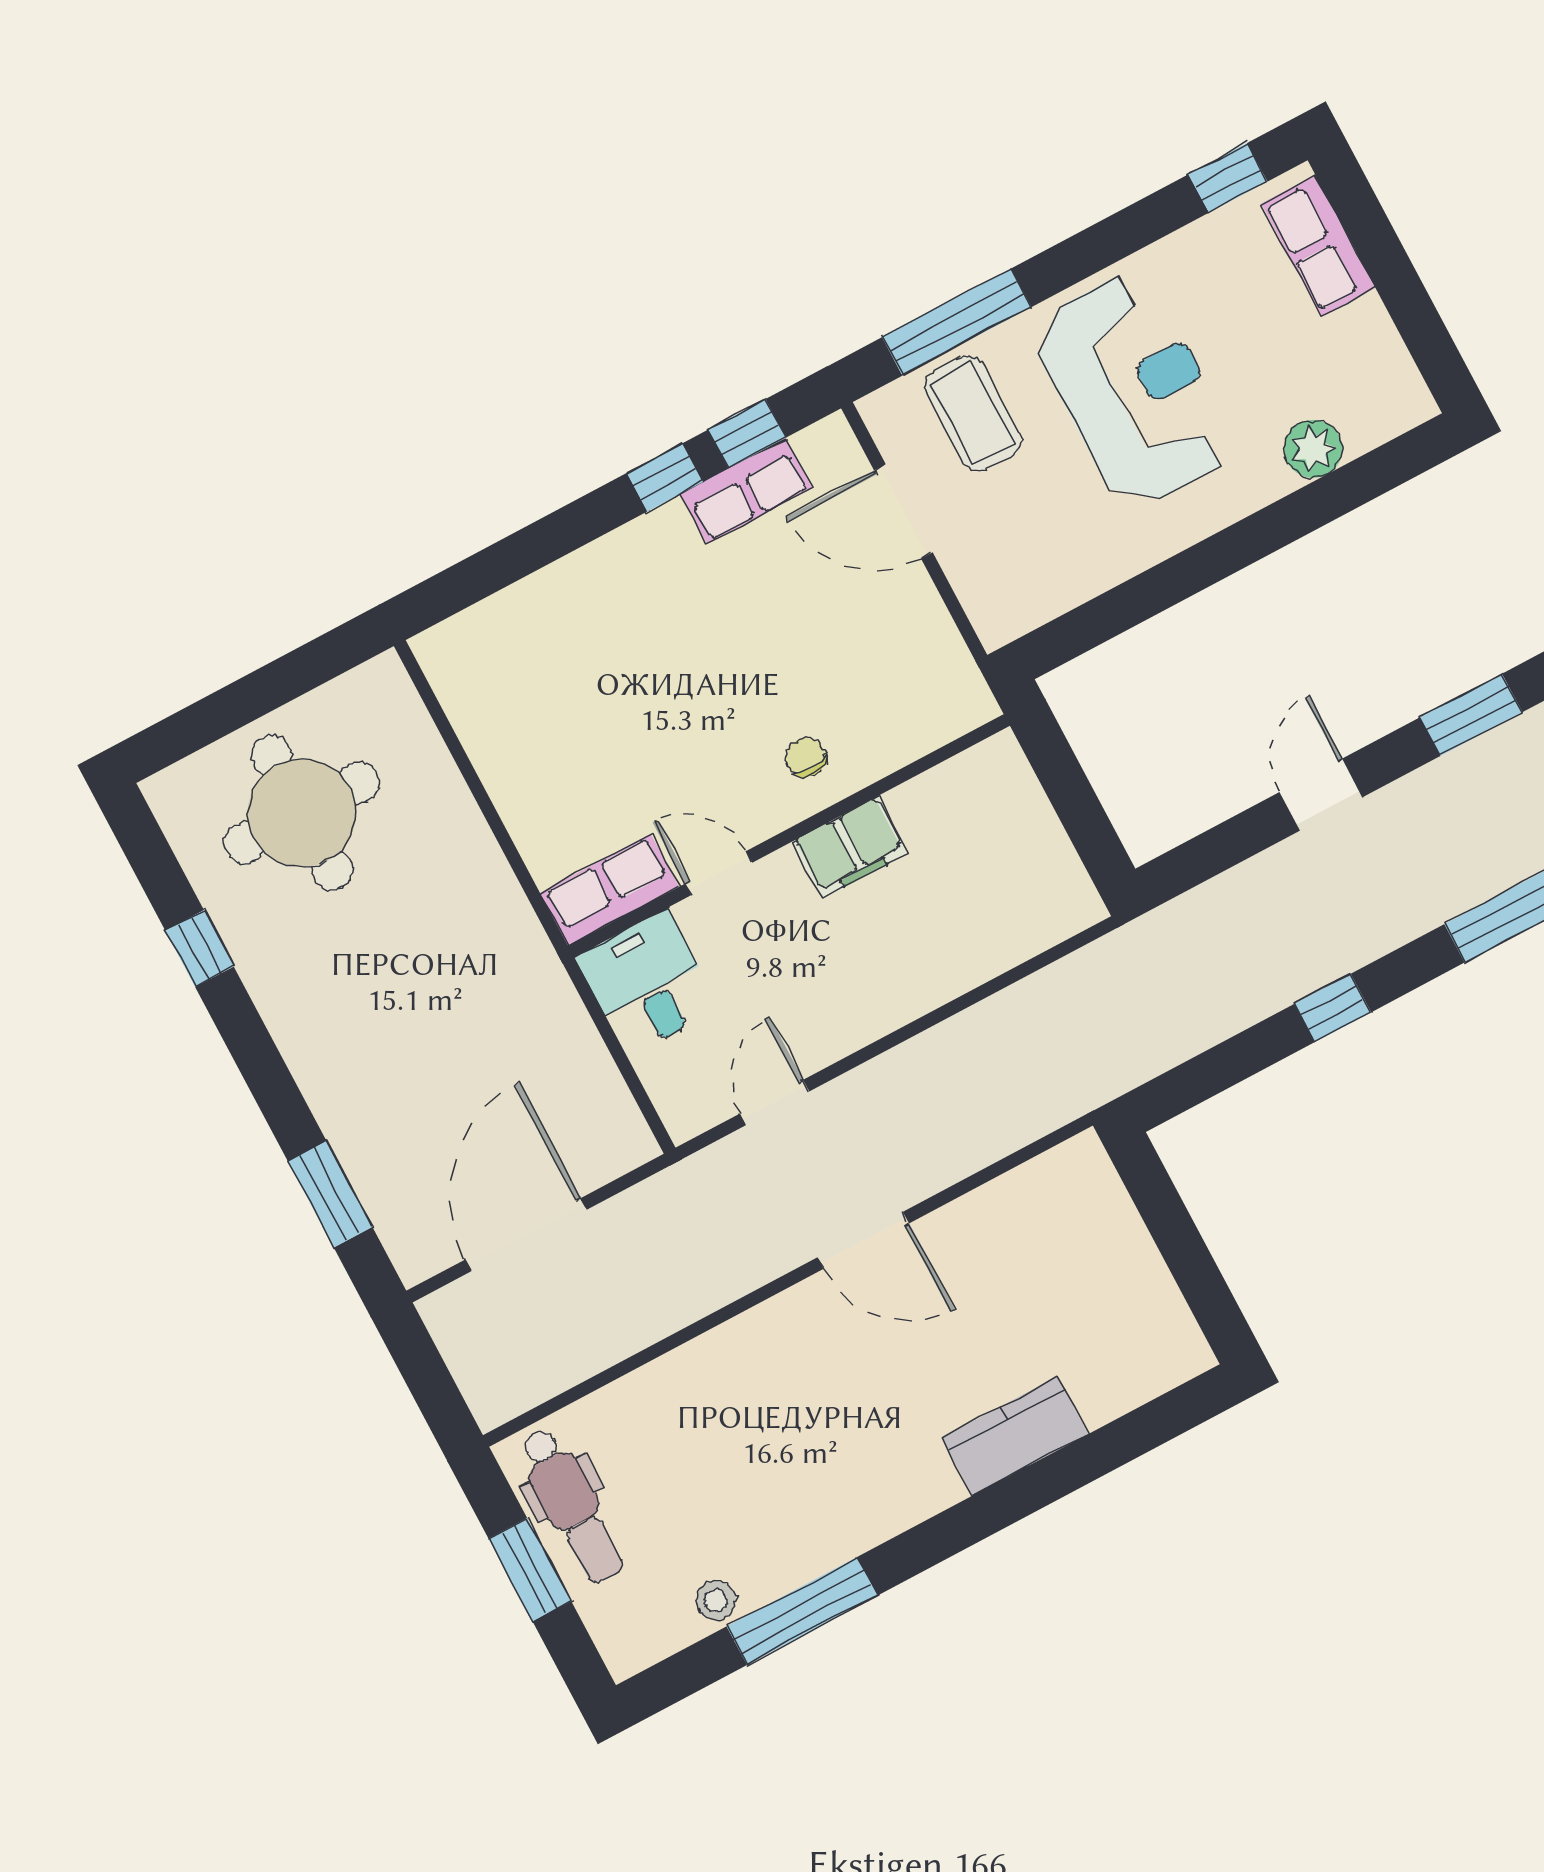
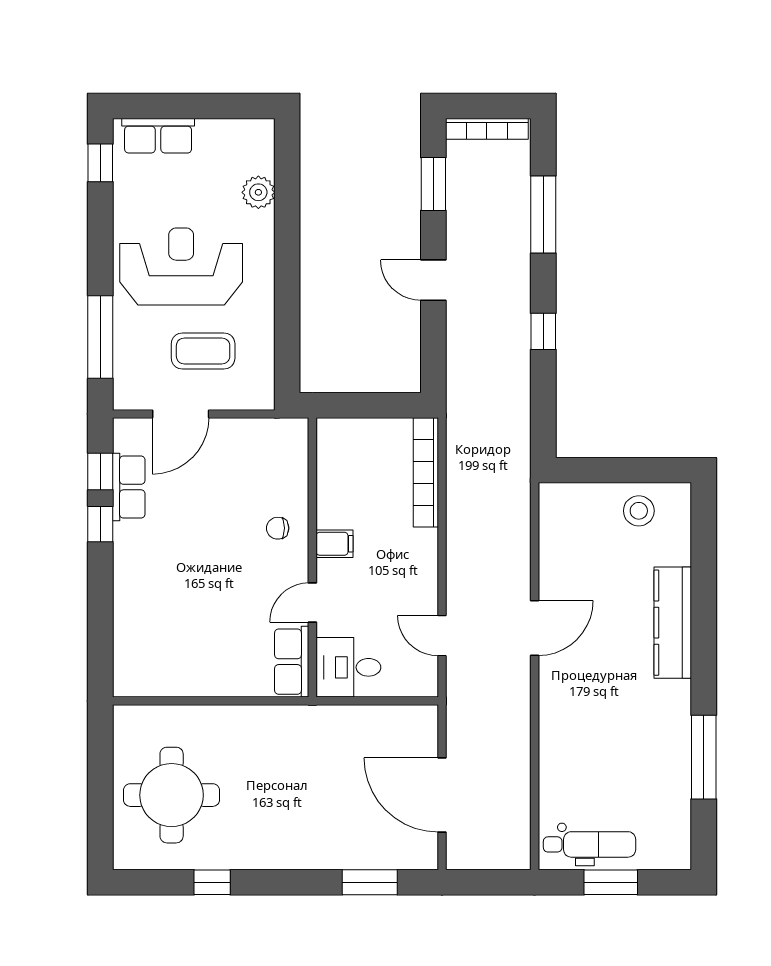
coffee table: (973, 414) -> (203, 351), moved
filing cabinet: (850, 847) -> (335, 544), width x0.50
bookcase: (1015, 942) -> (426, 472), added
kitchen counter: (1015, 1436) -> (673, 623), width x1.50
stool: (716, 1601) -> (639, 511), moved, width x1.37, depth x1.37

